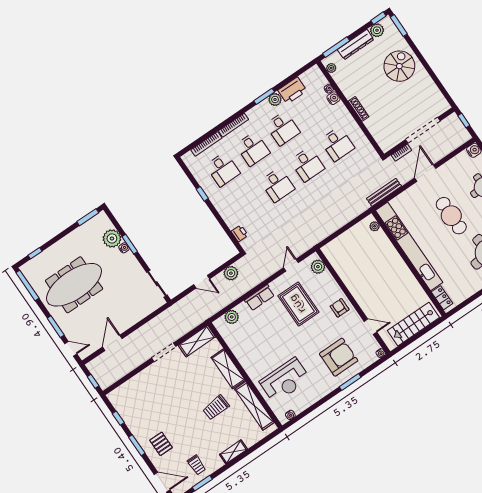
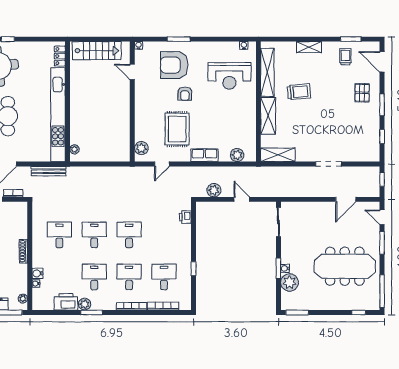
armchair: (340, 308) -> (185, 94), moved
doorway: (164, 352) -> (328, 164), moved
reception desk: (285, 380) -> (229, 76), turned 180

